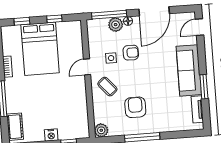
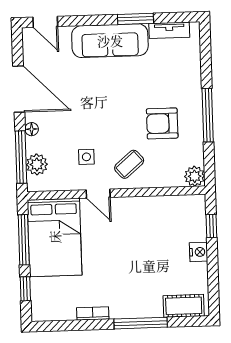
window: (54, 19) -> (24, 240), width x2.17
plant: (116, 25) -> (37, 164), moved
bed: (40, 49) -> (55, 237), moved, turned 90
armchair: (131, 53) -> (80, 127), removed

